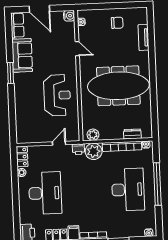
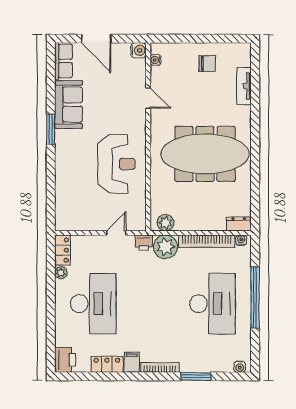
dresser: (132, 134) -> (239, 224), moved

